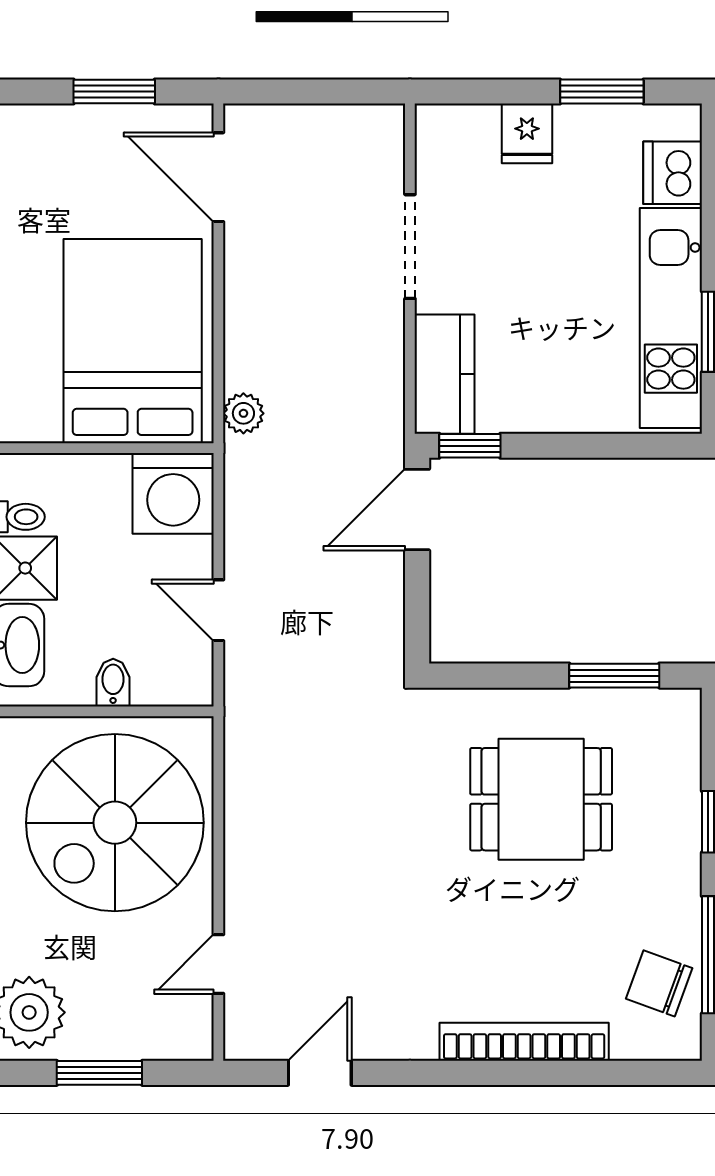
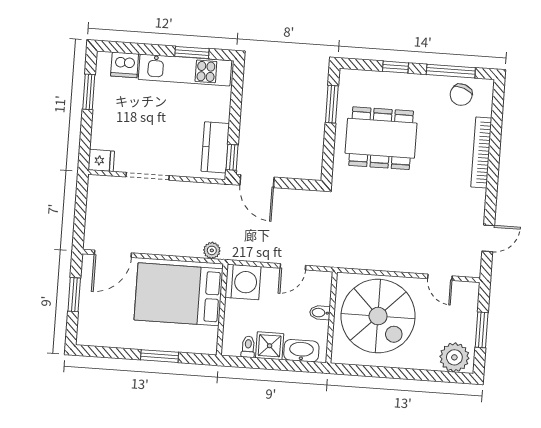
fridge: (527, 133) -> (101, 160), moved
kitchen counter: (445, 374) -> (215, 147), moved, turned -90
dining table: (541, 799) -> (381, 138), width x1.37
door: (320, 1073) -> (488, 238), swing flipped

